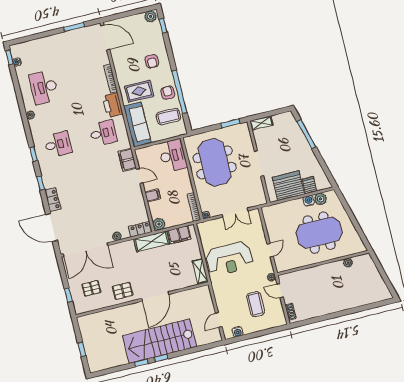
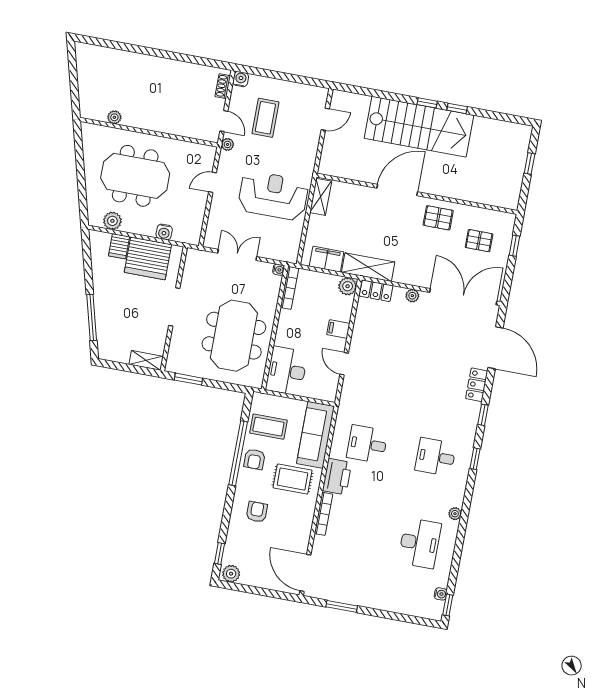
filing cabinet: (127, 160) -> (351, 393), removed
water cooler: (309, 201) -> (164, 232), moved
water cooler: (238, 332) -> (241, 79), moved

